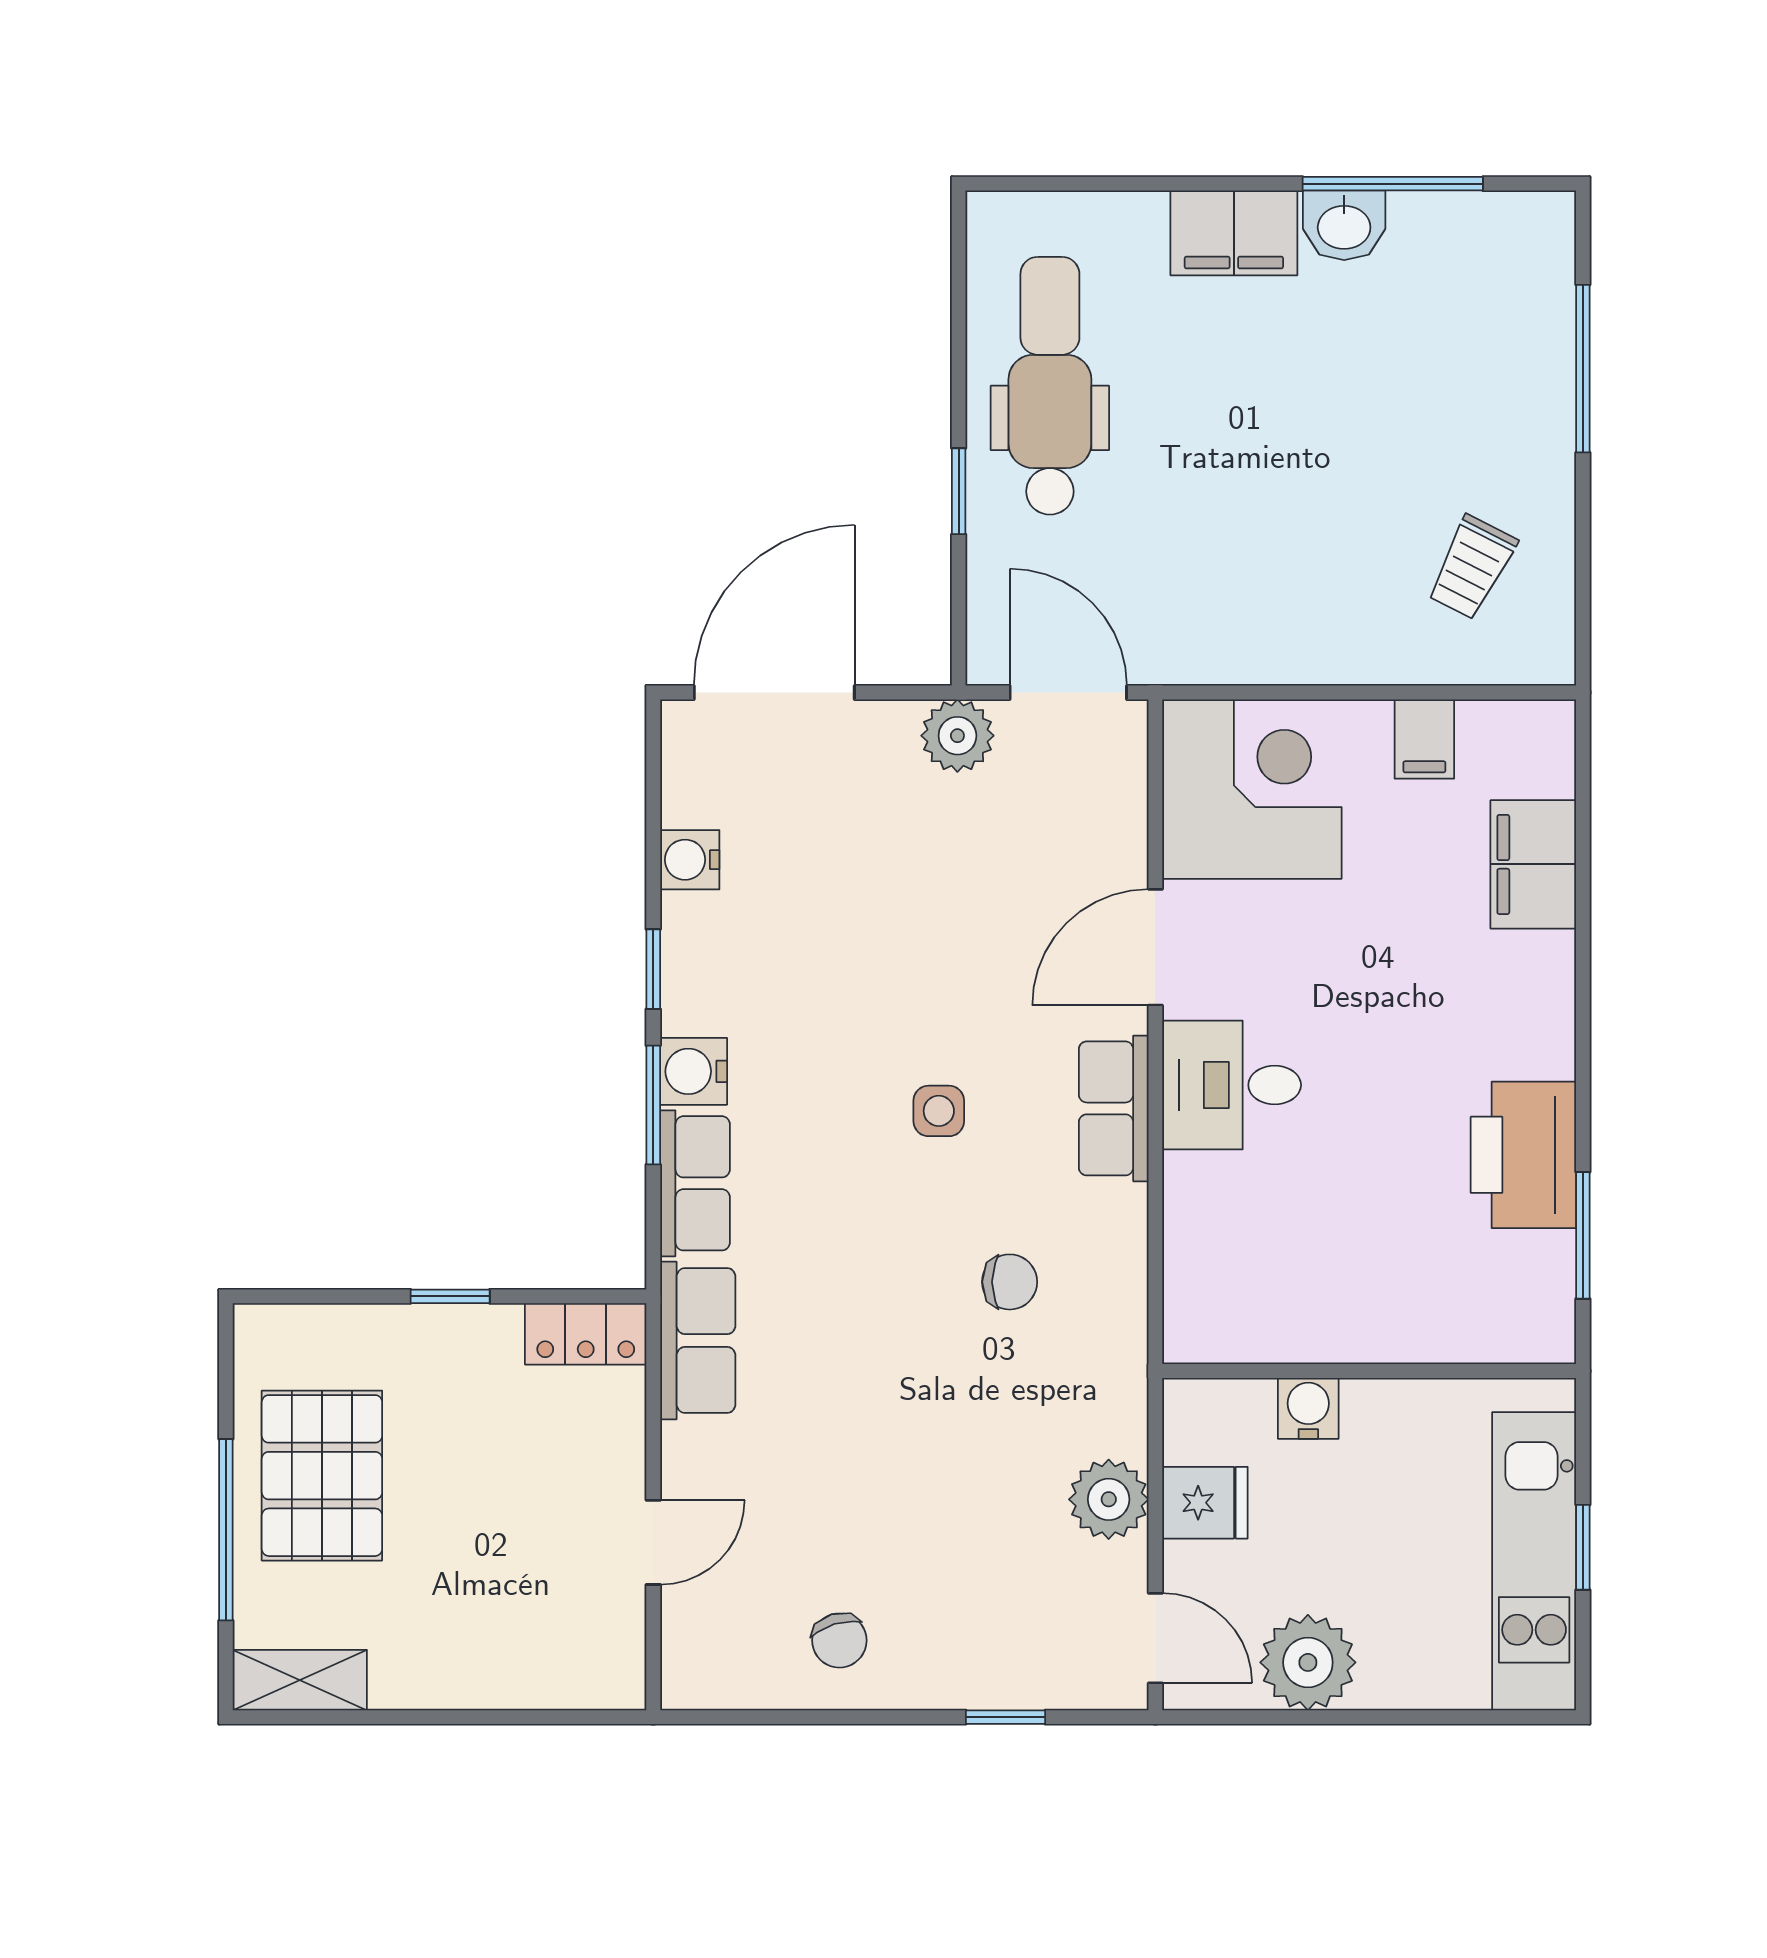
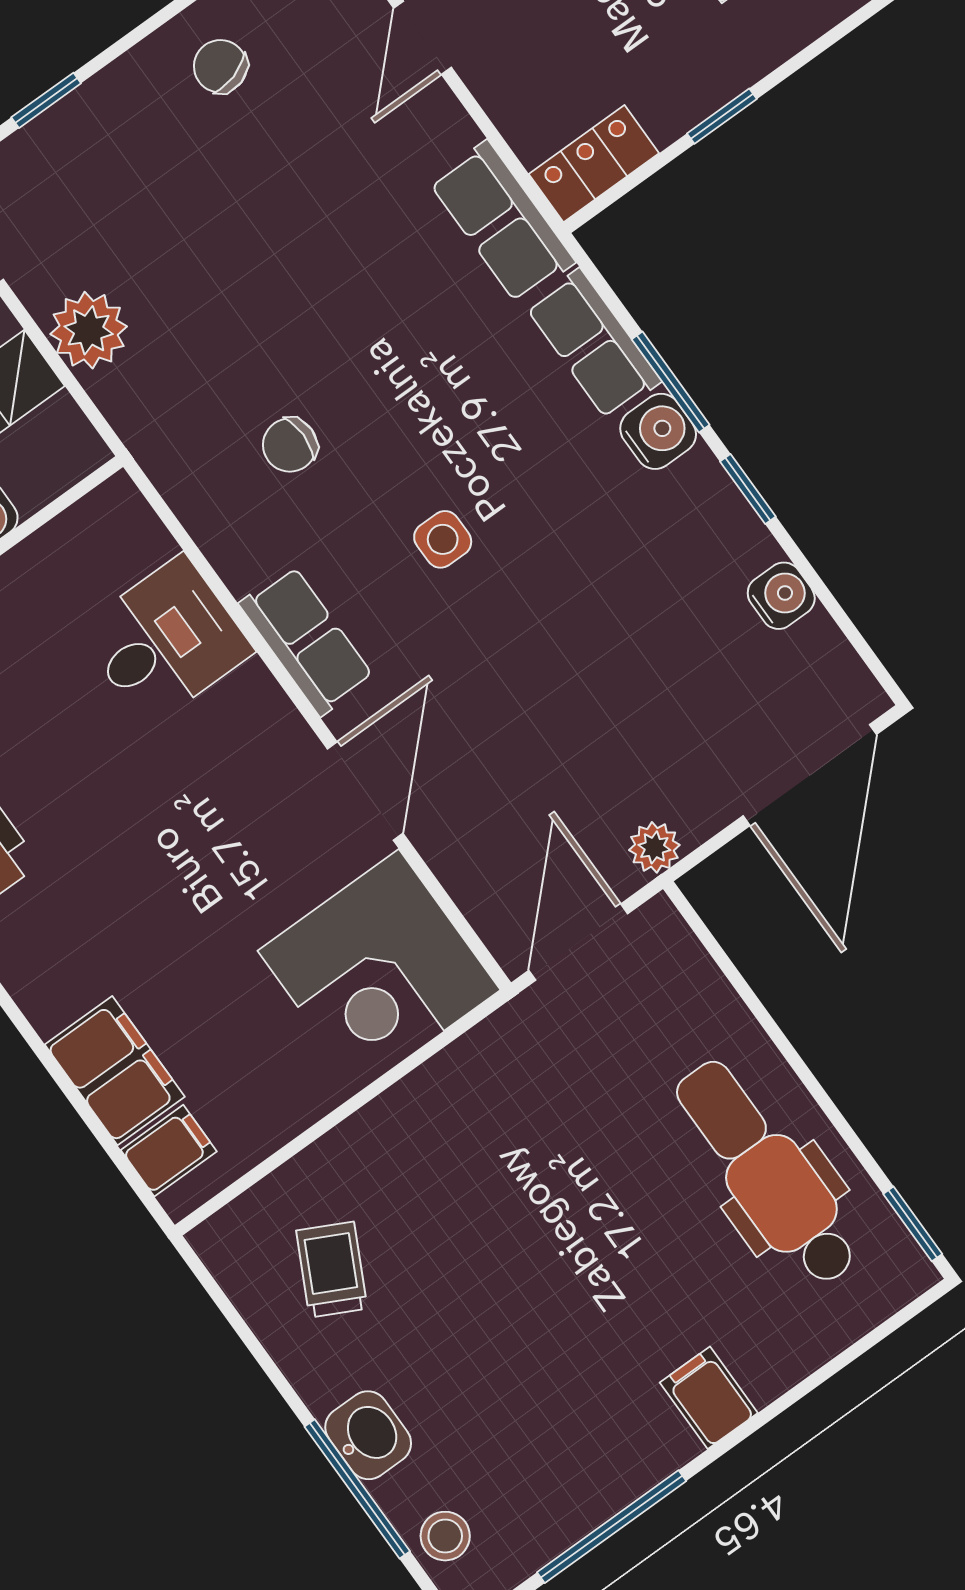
washbasin: (1344, 225) -> (368, 1435), moved, turned 90
filing cabinet: (1234, 233) -> (709, 1398), width x0.50
stool: (1538, 276) -> (445, 1536), added
dental chair: (1050, 386) -> (767, 1173), turned 180
window: (959, 491) -> (913, 1224), moved
door: (1068, 693) -> (578, 942), swing flipped
plant: (957, 736) -> (654, 847), width x0.73, depth x0.73
filing cabinet: (1424, 739) -> (169, 1151), moved, turned 90
desk: (1232, 1085) -> (165, 641), moved

